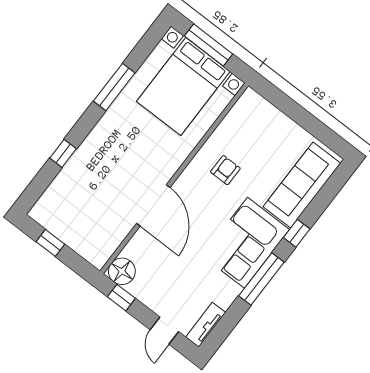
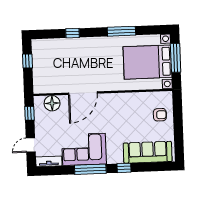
armchair: (225, 170) -> (160, 115), moved
corner sofa: (246, 243) -> (84, 149), moved
floor lamp: (122, 271) -> (52, 103), moved

